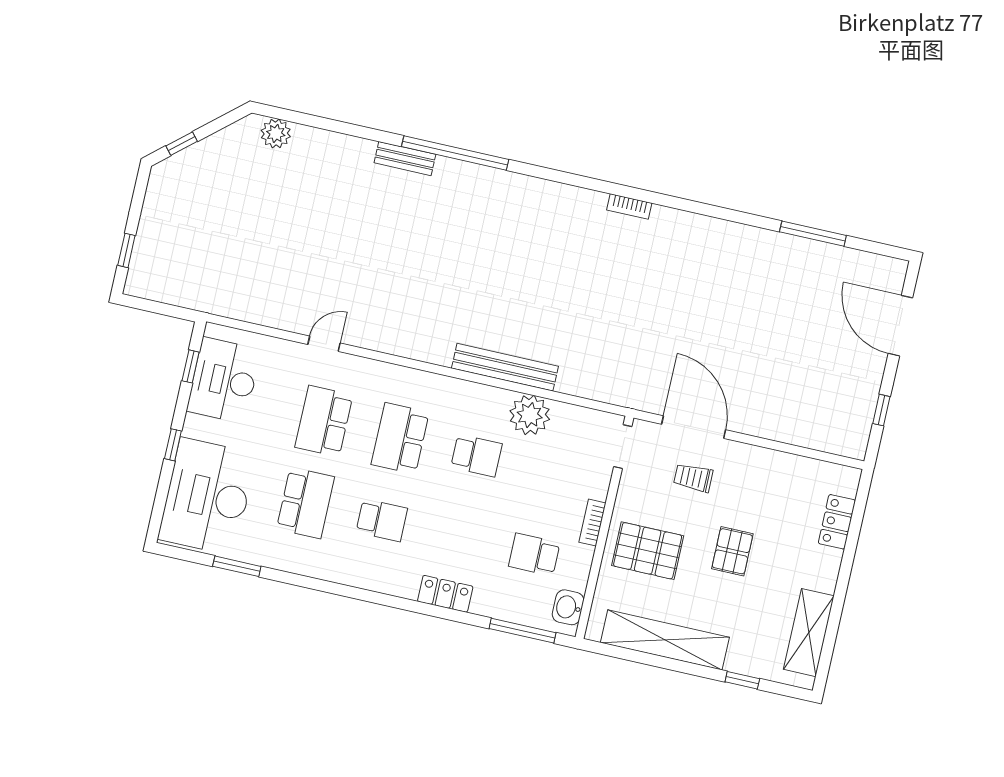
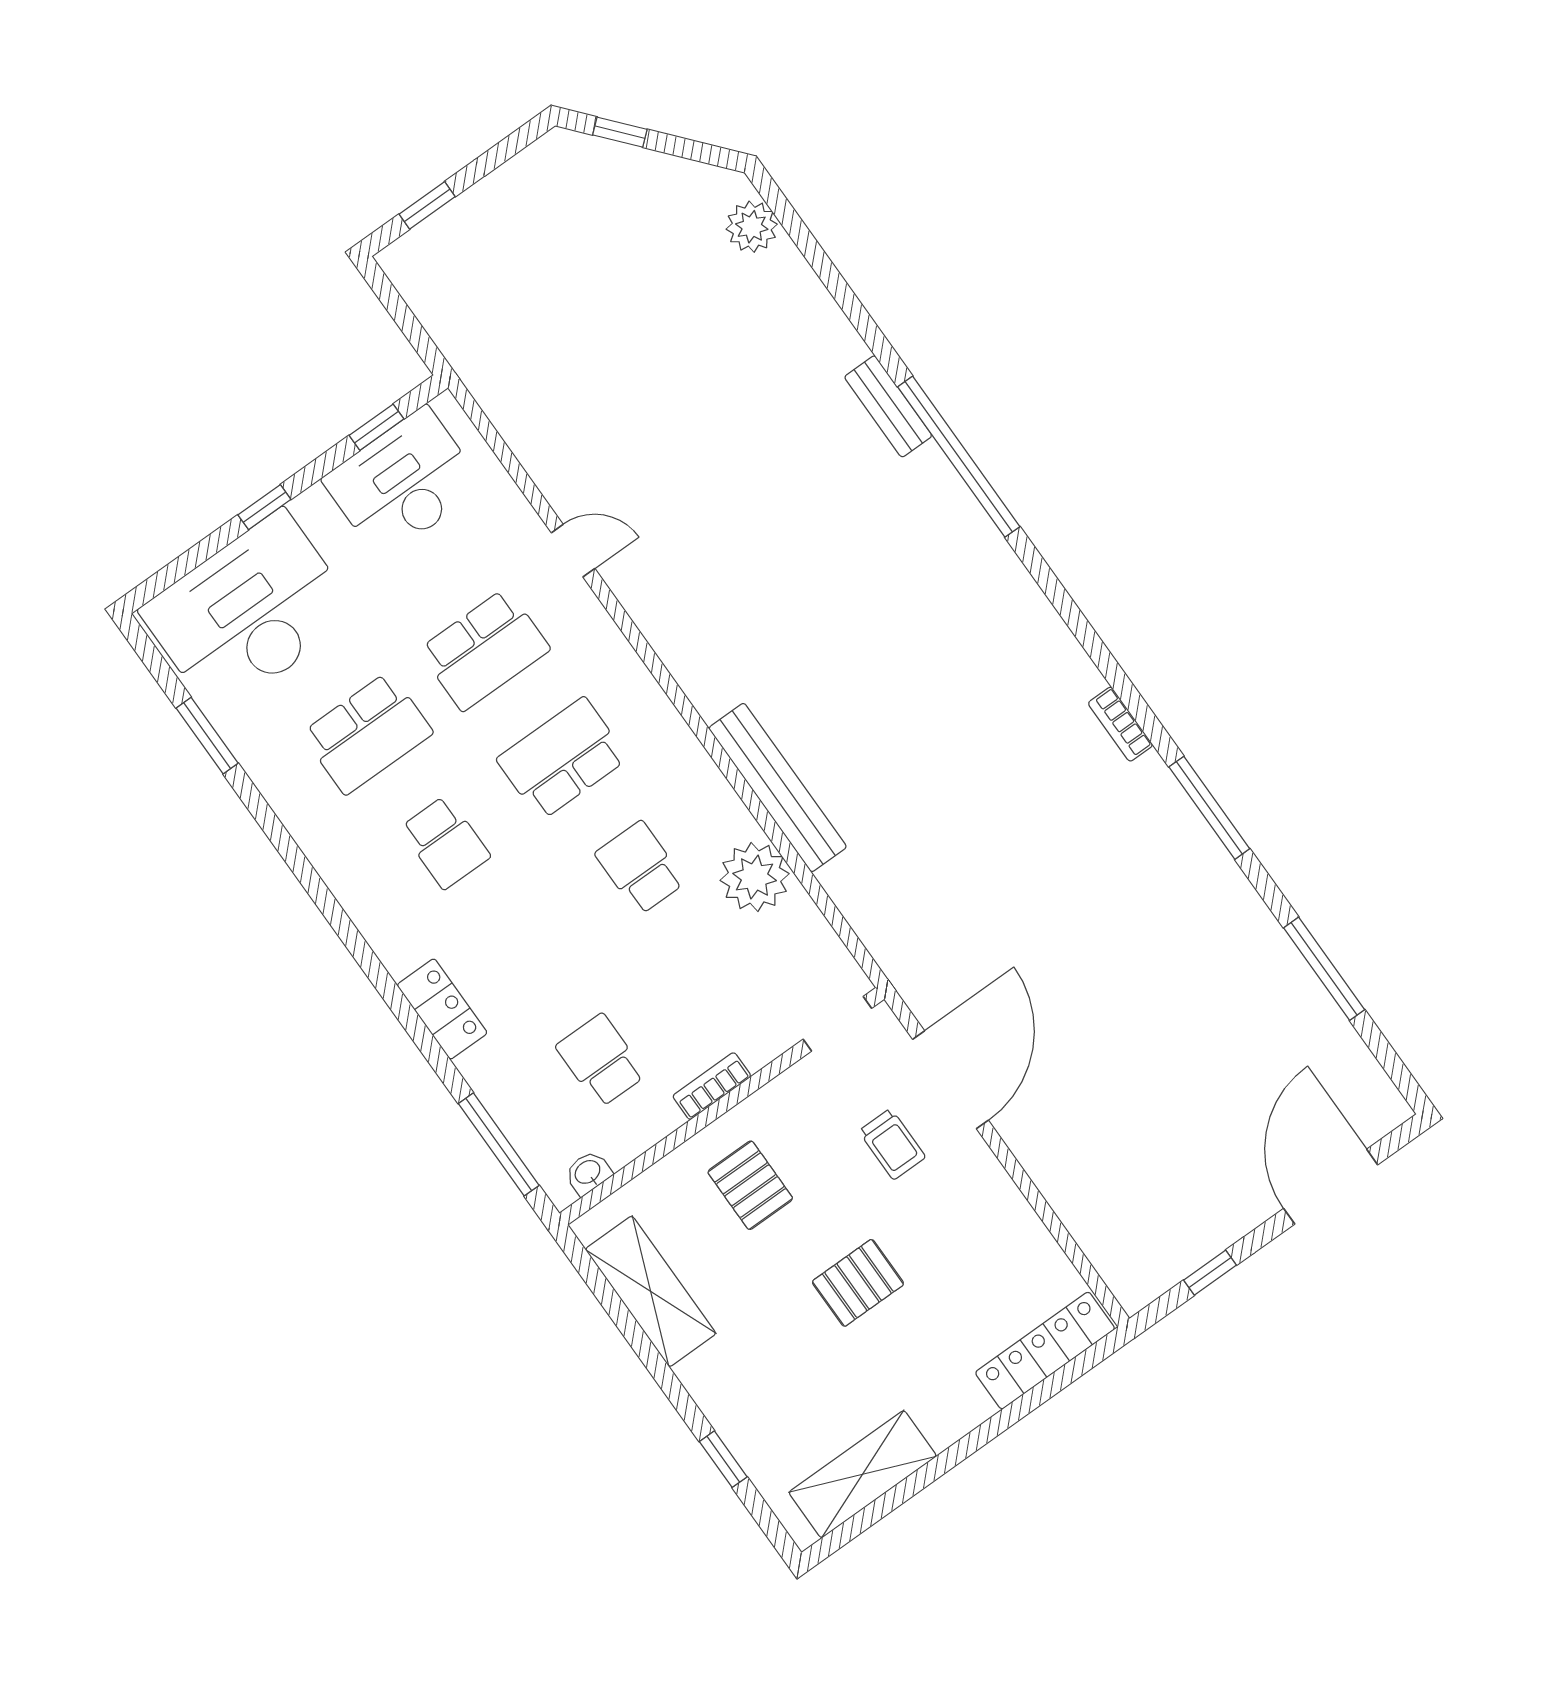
window: (700, 208) -> (1209, 808), added
school desk: (324, 421) -> (484, 650), turned 180
school desk: (476, 456) -> (640, 868), turned 180
trolley: (693, 478) -> (892, 1144), turned 180
locker: (837, 522) -> (1045, 1351), width x1.53
pallet: (648, 551) -> (750, 1185), width x0.67, depth x0.71
washbasin: (568, 607) -> (588, 1173), width x0.72, depth x0.69
shelving: (665, 640) -> (651, 1291), width x0.68

